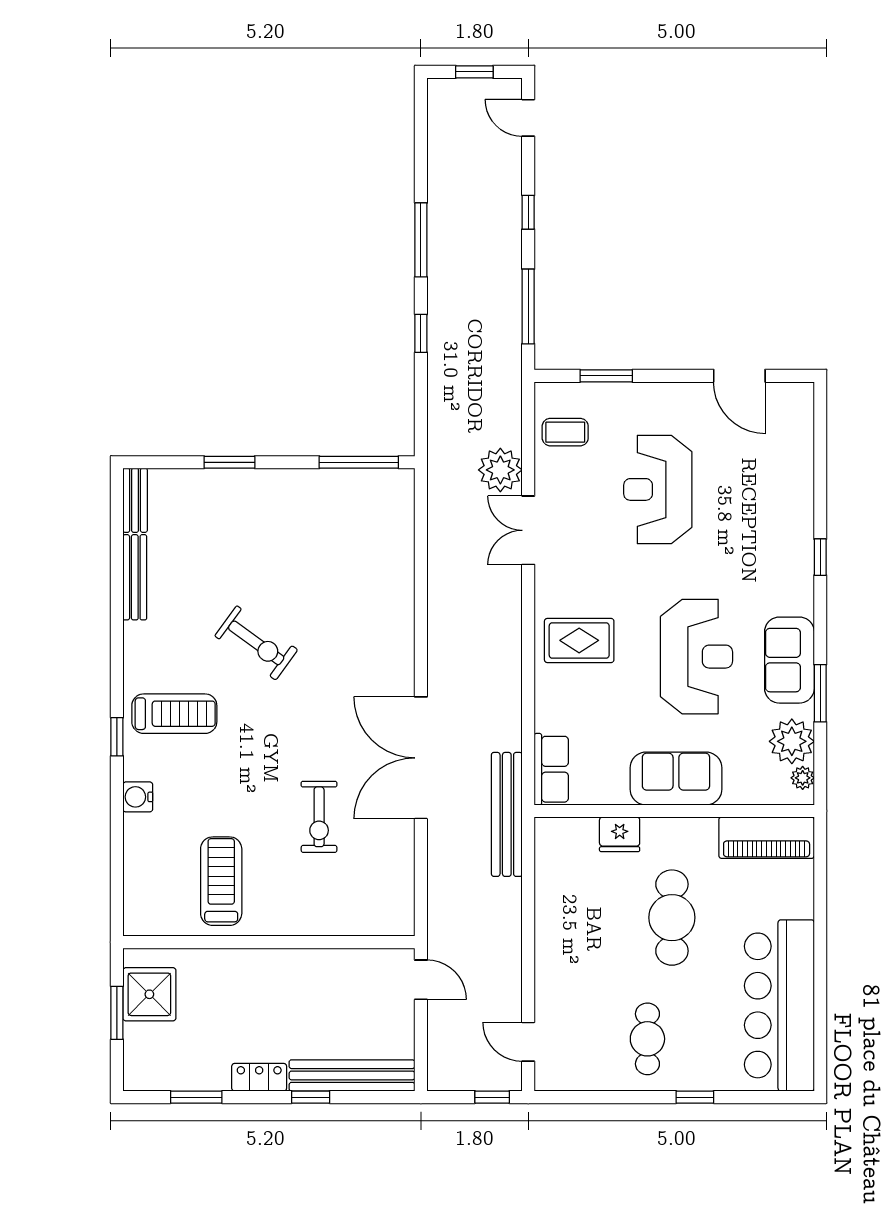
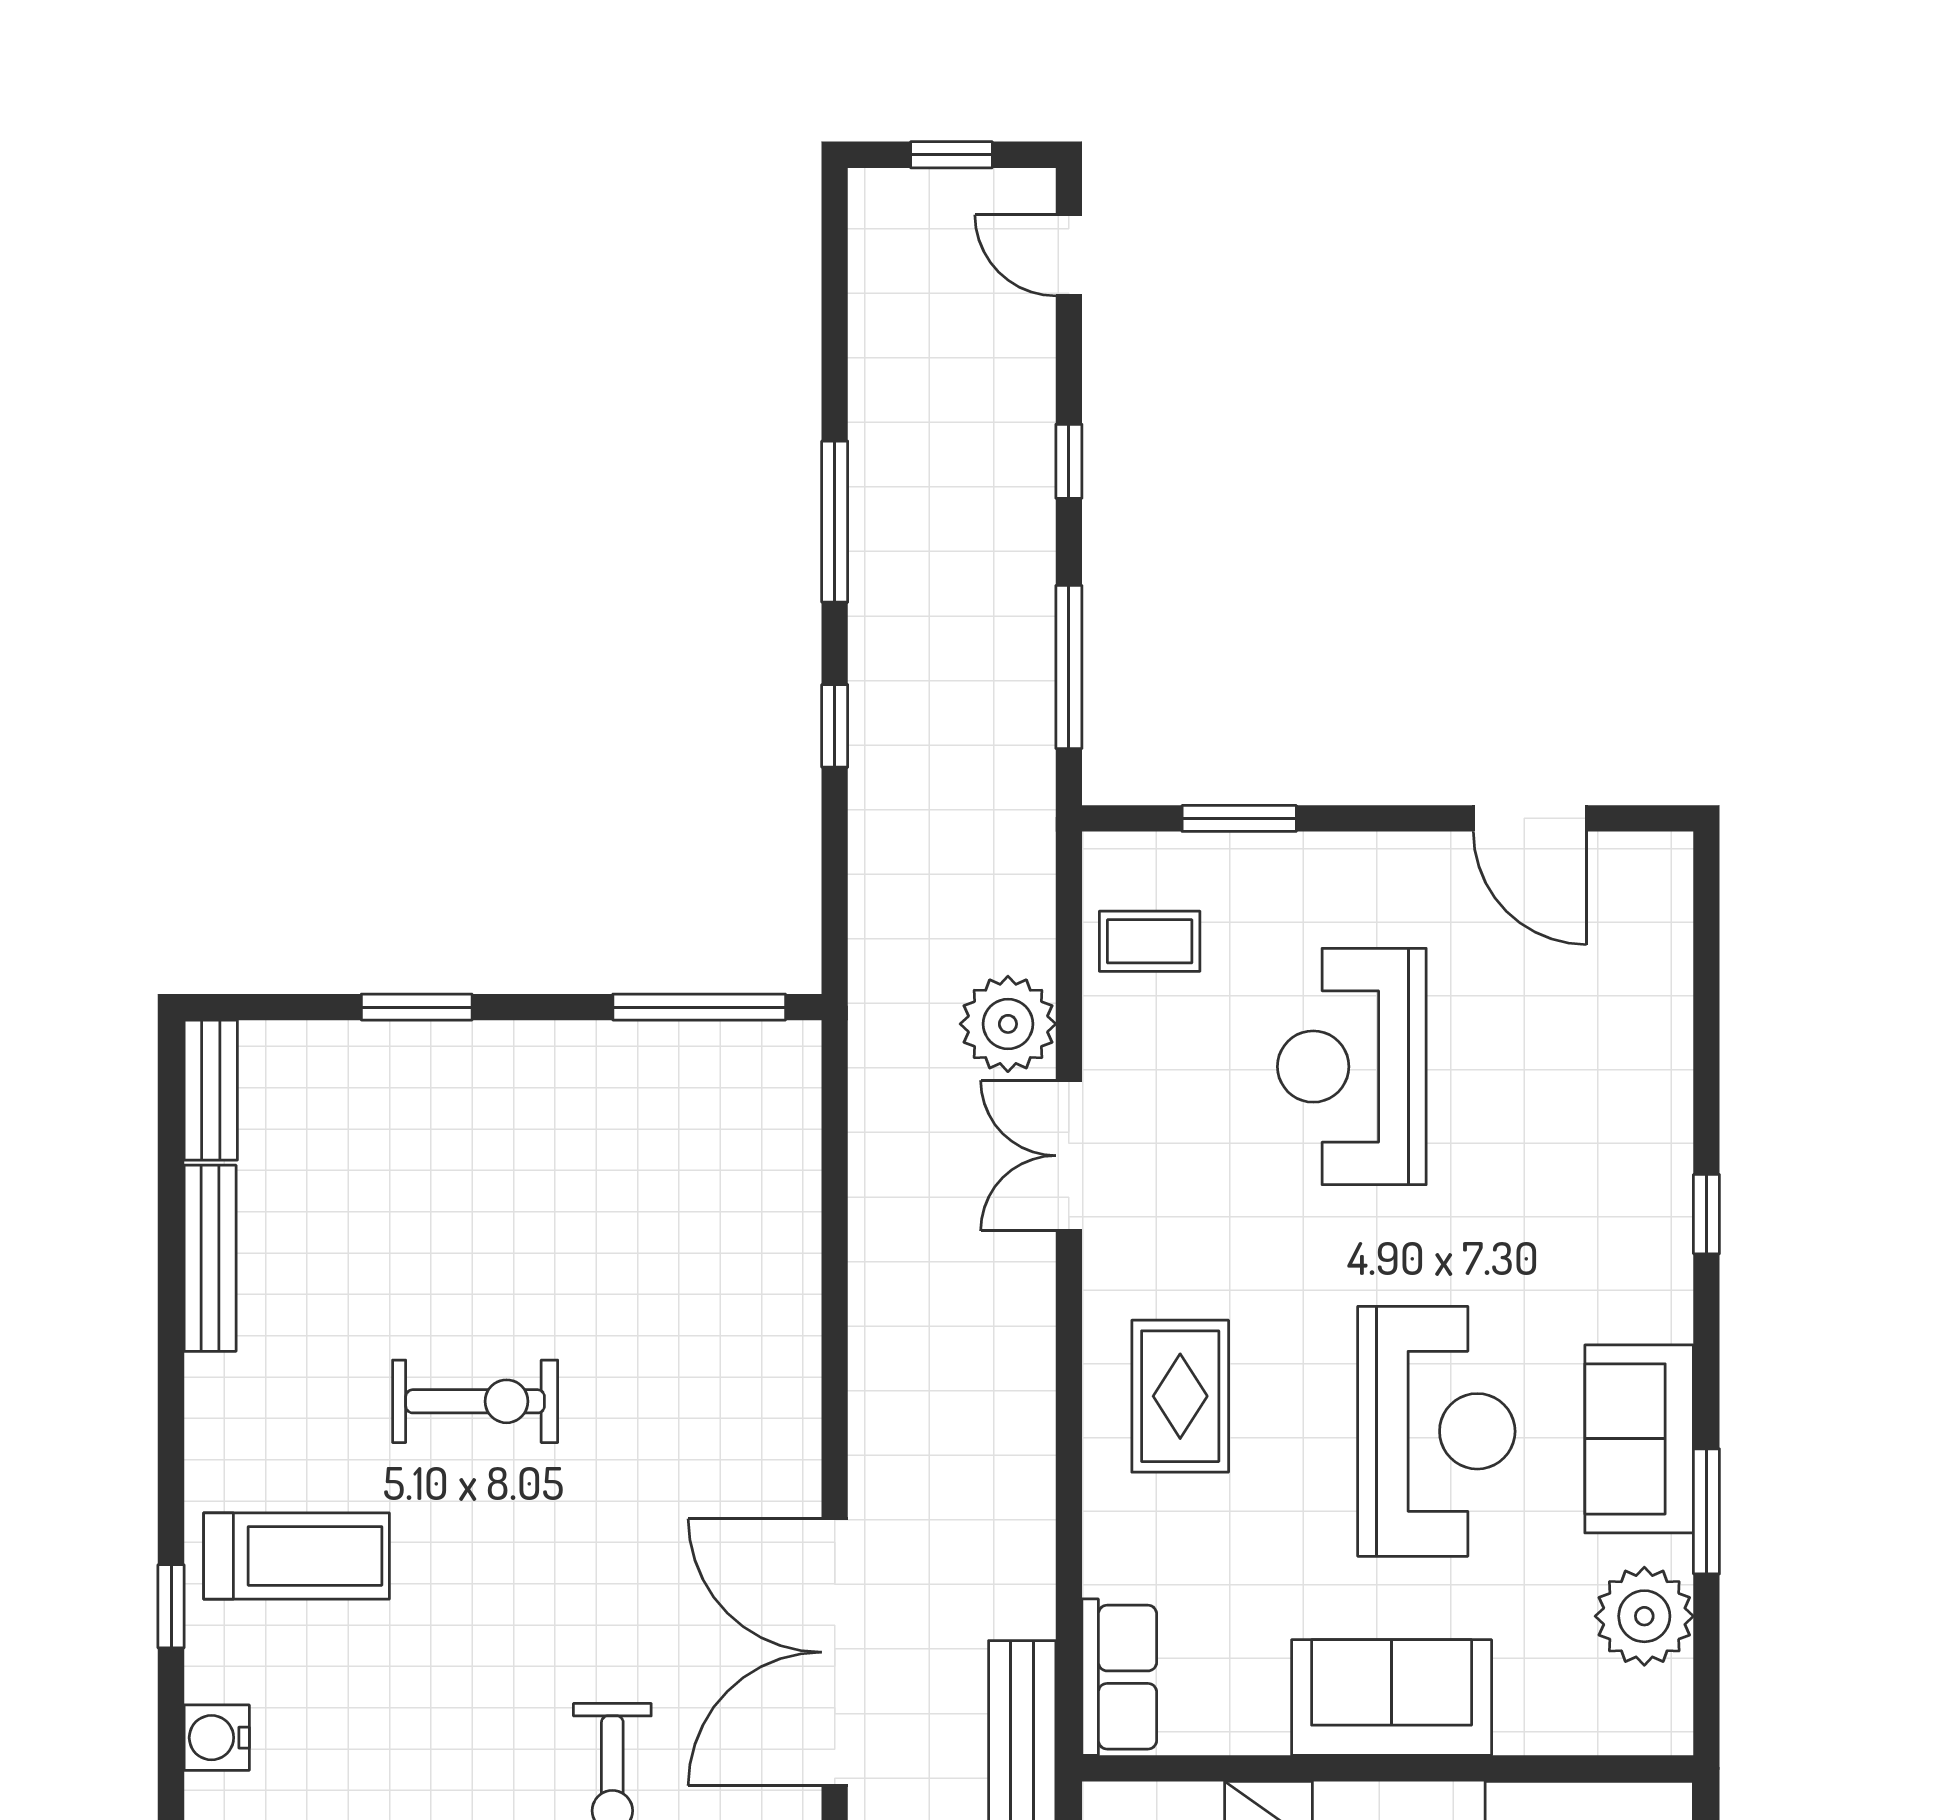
rug: (579, 640) -> (1180, 1396), turned 90
exercise bike: (256, 643) -> (475, 1401), turned -36
plant: (803, 778) -> (1668, 1696), removed

